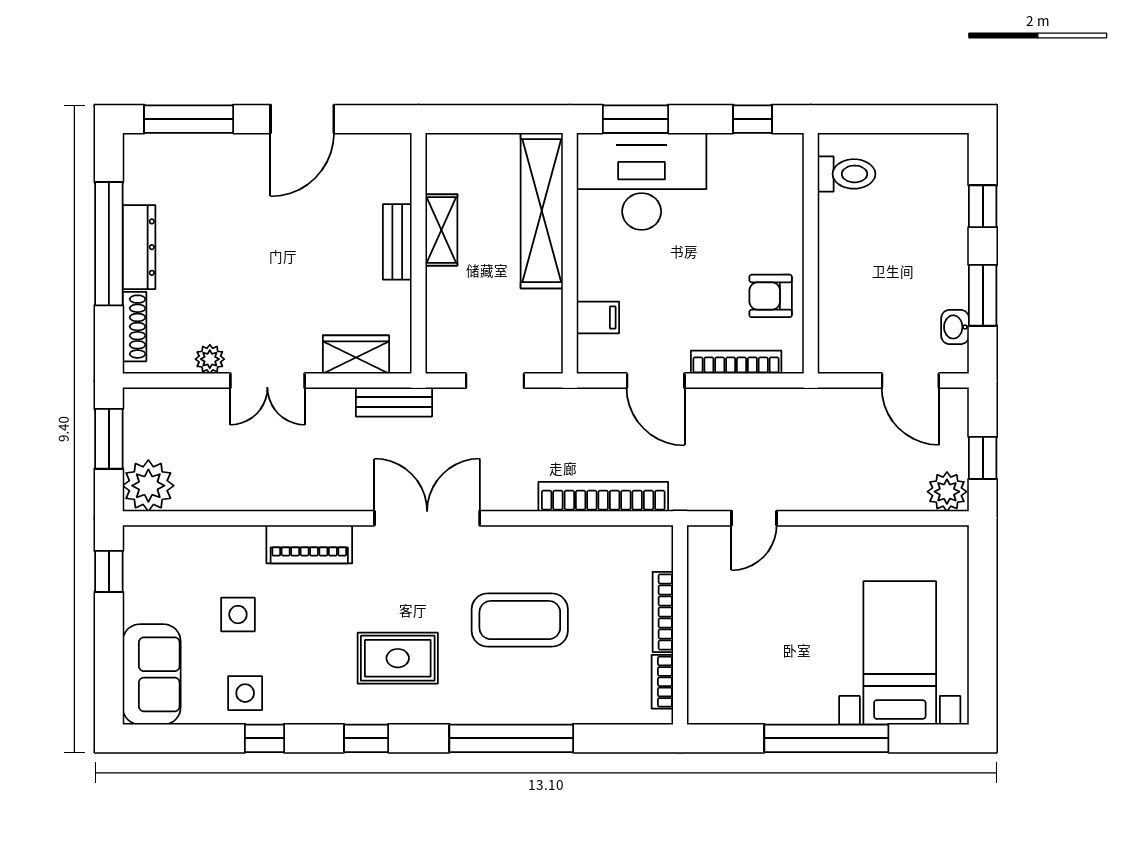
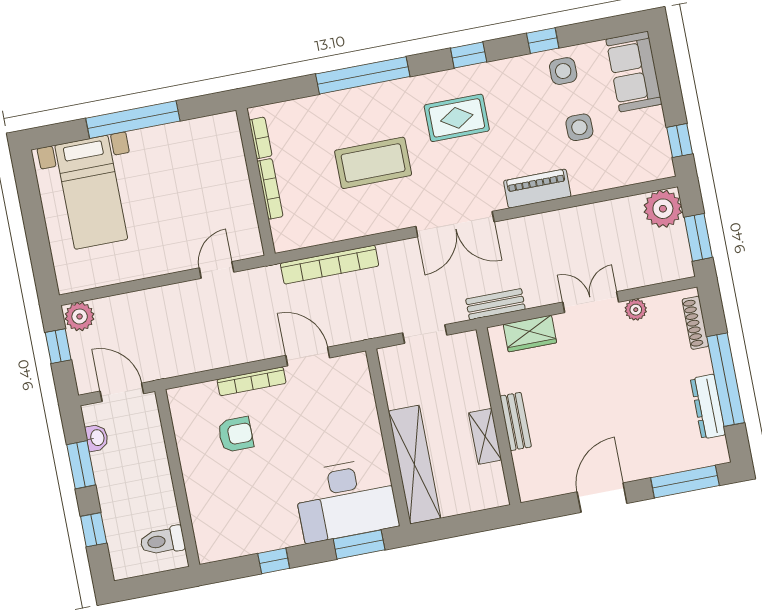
toilet: (846, 174) -> (162, 541), moved
dresser: (139, 247) -> (708, 407), moved
wall: (811, 253) -> (177, 478), moved
filing cabinet: (598, 317) -> (359, 394), removed

